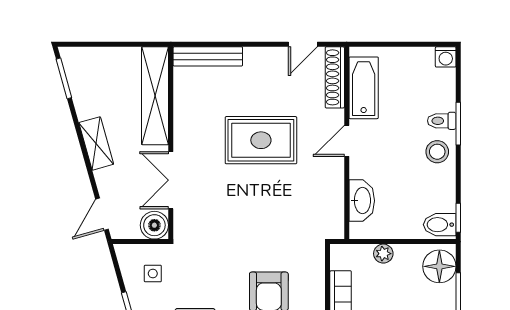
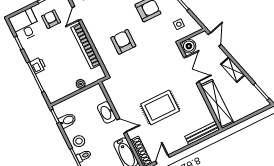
door: (347, 141) -> (122, 126), hinge flipped
washbasin: (362, 201) -> (107, 112), moved
bidet: (440, 225) -> (67, 120), moved
floor lamp: (439, 266) -> (53, 91), removed

